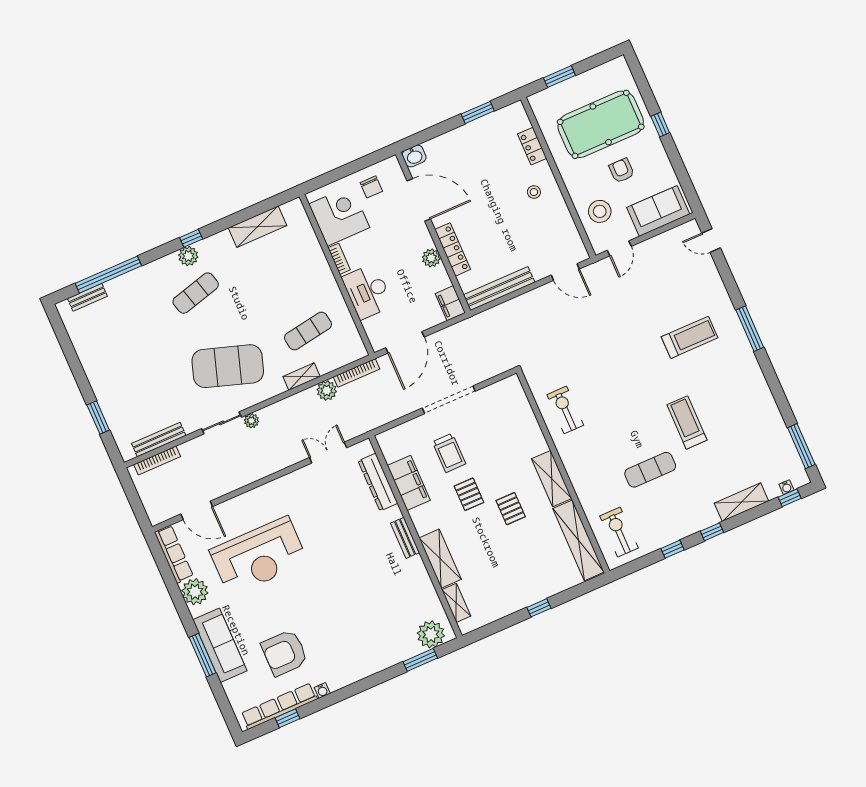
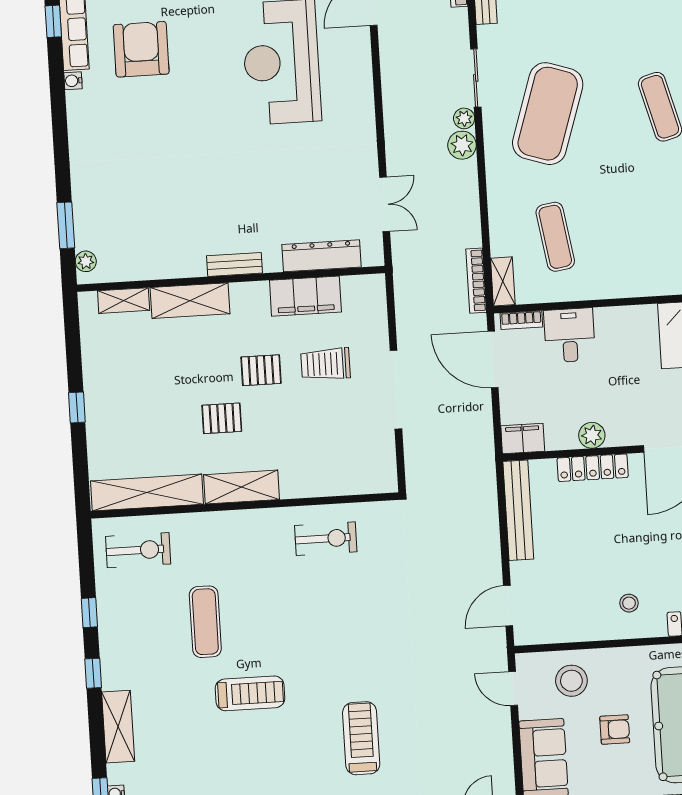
bookcase: (339, 259) -> (521, 320), moved
desk: (367, 291) -> (570, 335), width x0.73
treadmill: (690, 337) -> (361, 738), turned 180
shelving: (301, 377) -> (503, 281), moved
plant: (327, 391) -> (462, 145), moved
plant: (431, 634) -> (86, 261), width x0.53, depth x0.53

